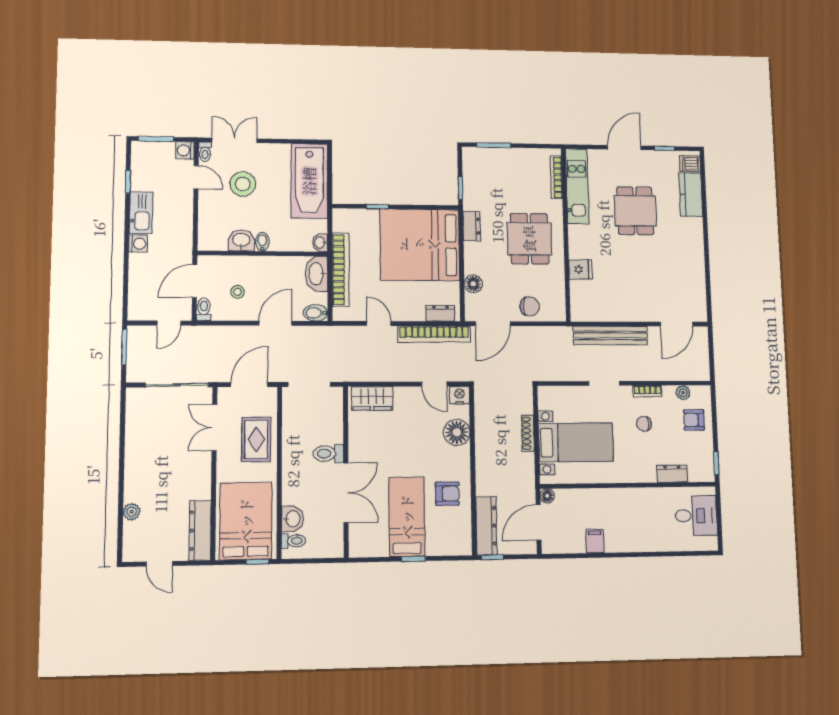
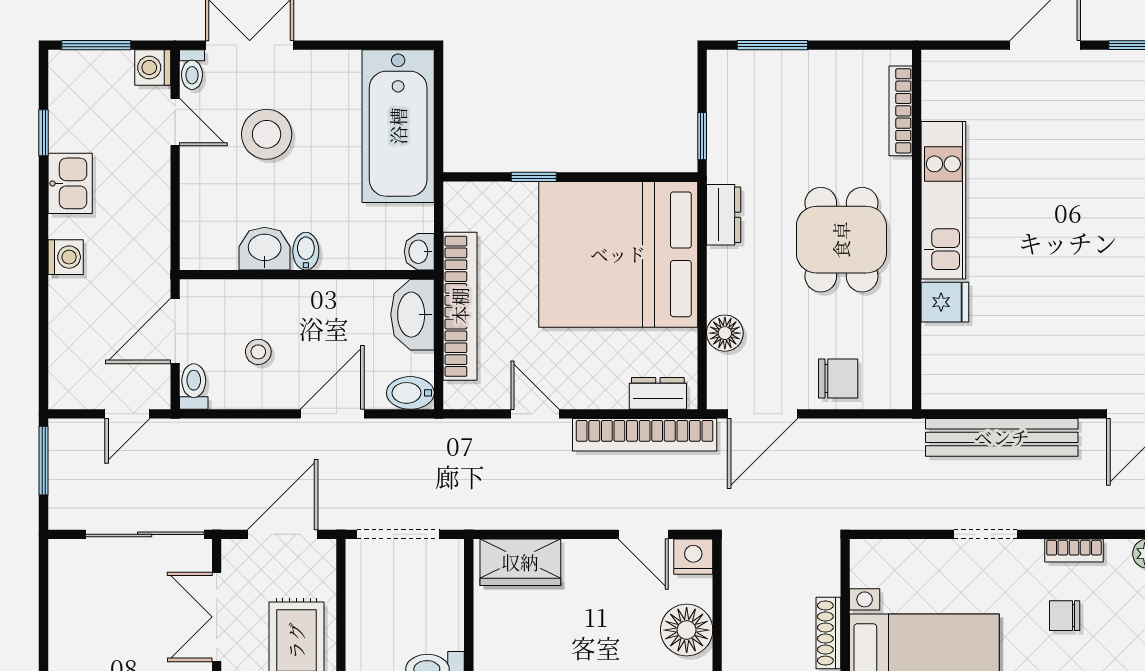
kitchen unit: (577, 186) -> (943, 200), moved
dining table: (635, 211) -> (1063, 179), removed
kitchen sink: (141, 213) -> (70, 183), width x0.73

